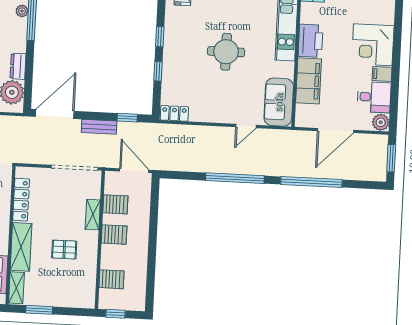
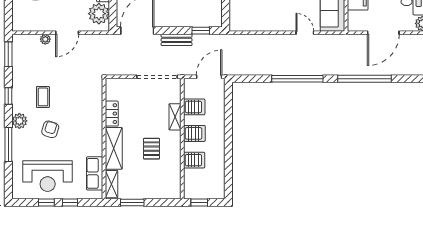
locker: (174, 113) -> (242, 25), removed
door: (246, 126) -> (305, 33), swing flipped
door: (134, 171) -> (209, 77), hinge flipped
locker: (21, 200) -> (112, 114), width x0.66
pallet: (64, 250) -> (152, 149), turned 90
server rack: (112, 279) -> (194, 160), moved

